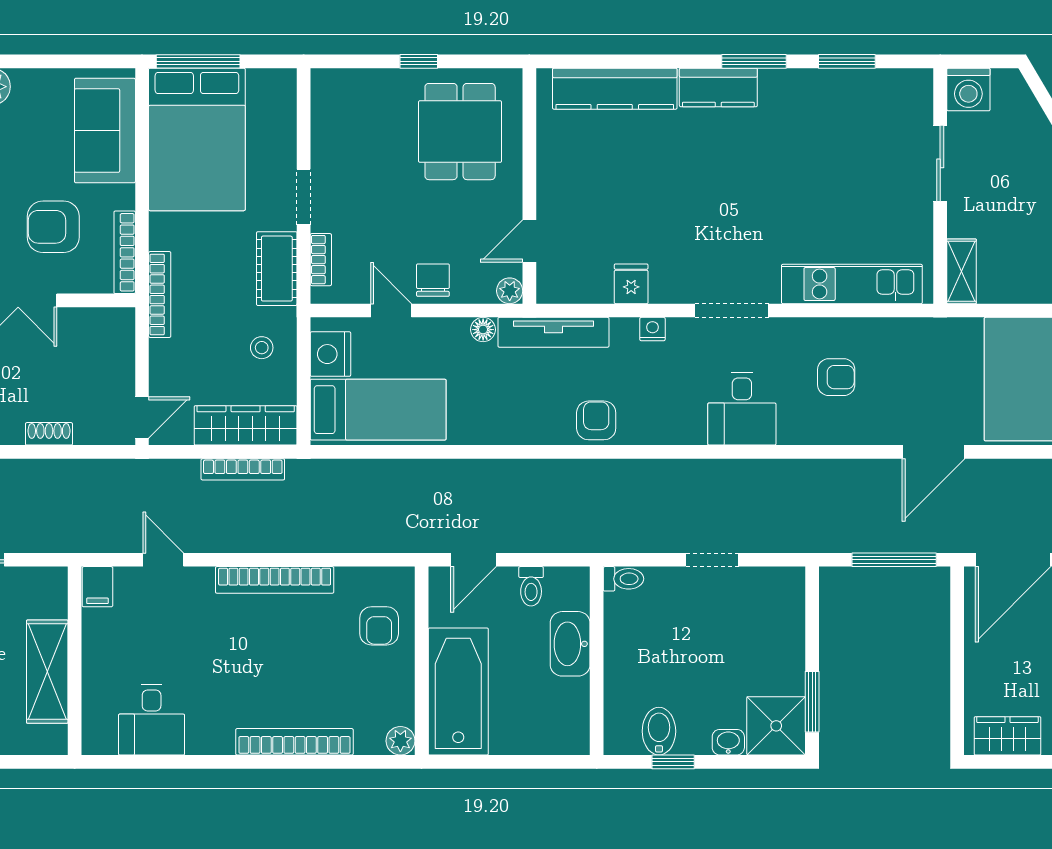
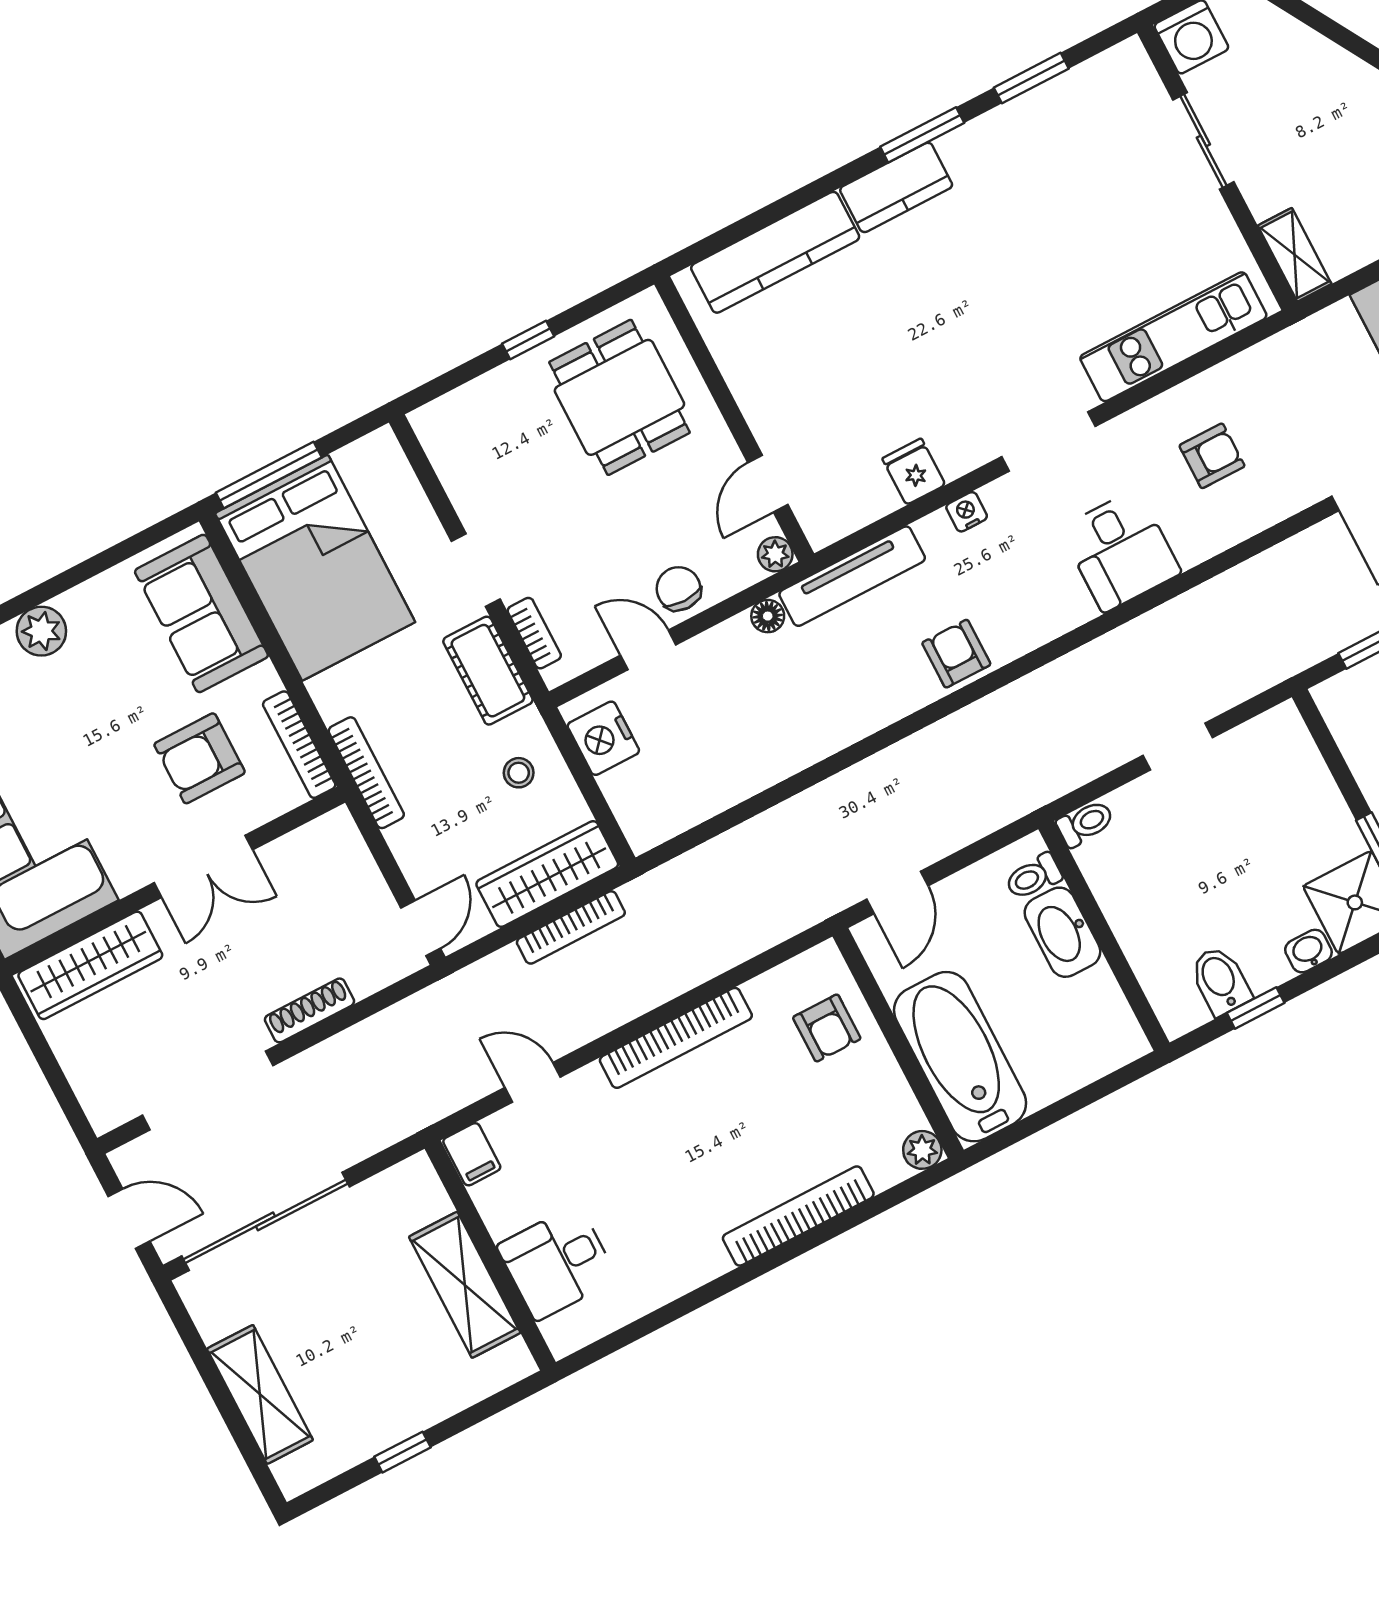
bed: (378, 410) -> (693, 774), removed
shoe rack: (49, 434) -> (309, 1010), width x1.43
toilet: (531, 586) -> (1033, 877), moved, turned 90
desk: (152, 720) -> (557, 1262), moved, turned 90

